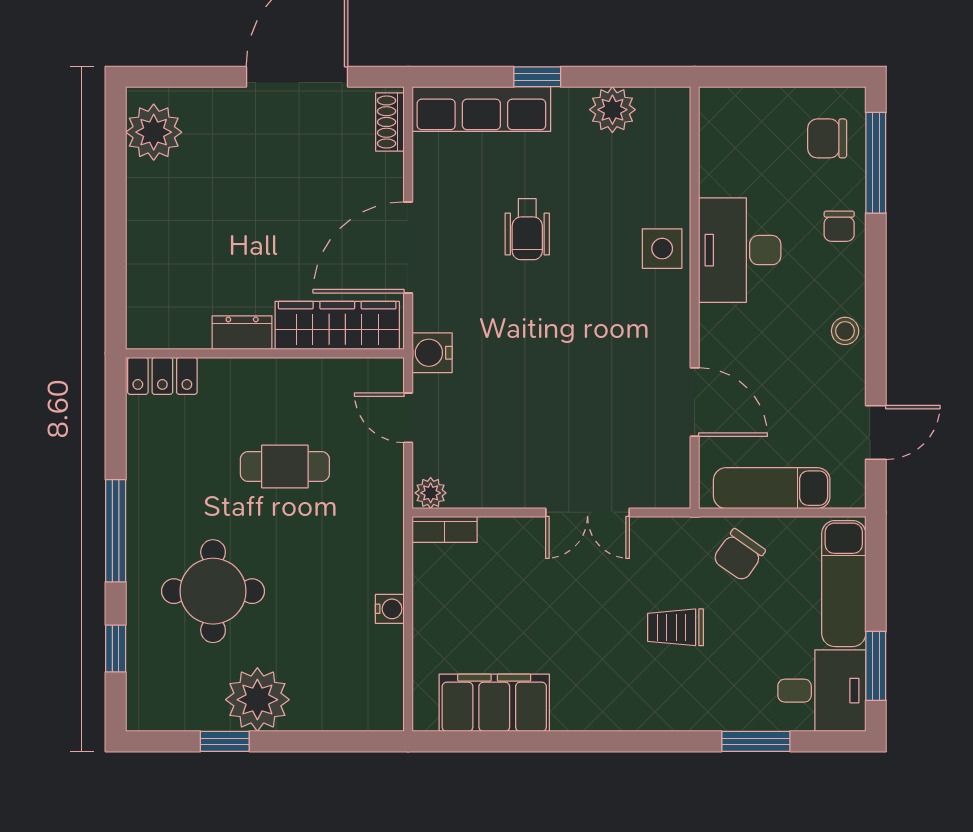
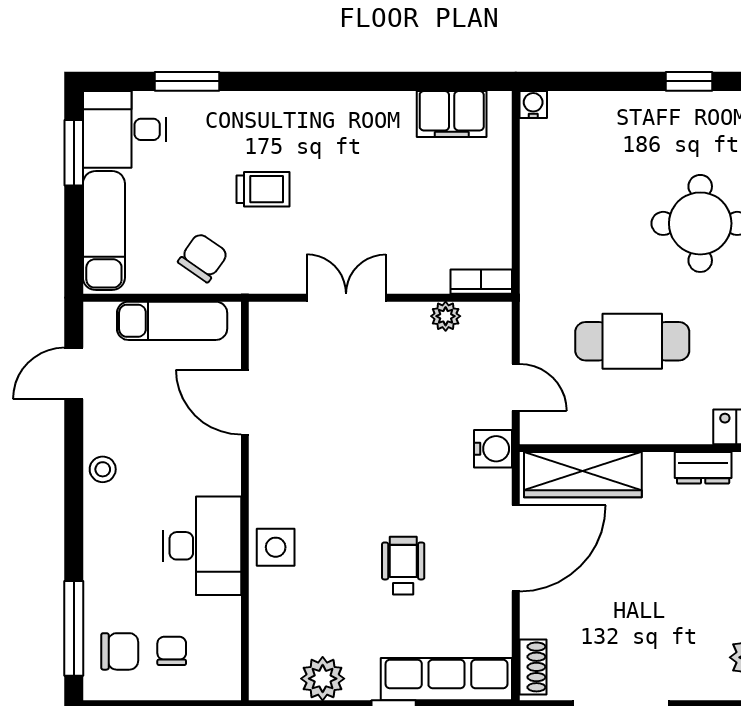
chair: (839, 226) -> (172, 651), moved
dresser: (242, 333) -> (703, 468), moved
cafe table: (285, 466) -> (632, 341), width x1.37, depth x1.35
plant: (431, 493) -> (446, 316), moved
water cooler: (390, 609) -> (533, 104), moved, turned 90
plant: (257, 700) -> (658, 121), removed
filing cabinet: (494, 703) -> (452, 114), width x0.67, depth x0.86

